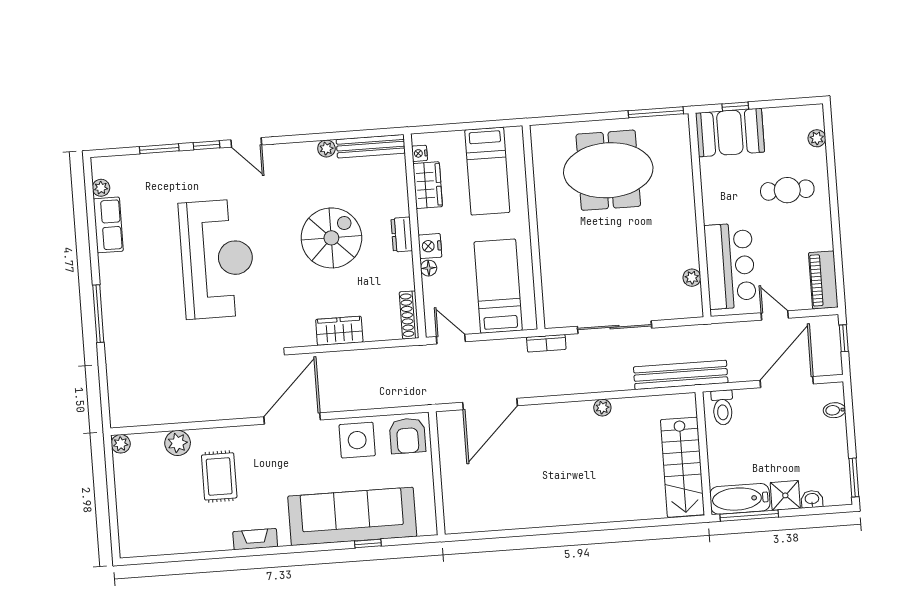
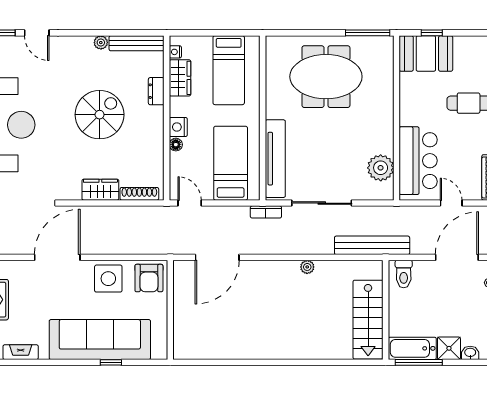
dresser: (402, 234) -> (156, 91), moved
tv unit: (553, 276) -> (275, 159), added
plant: (692, 278) -> (381, 168), width x1.87, depth x1.87
shoe rack: (409, 315) -> (139, 194), moved, turned 90

